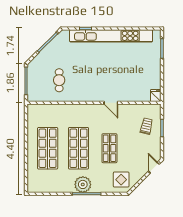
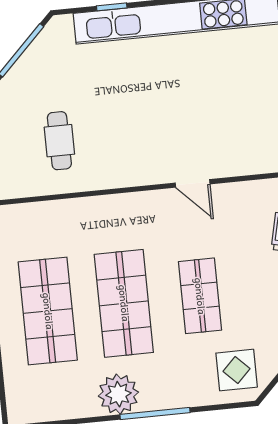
plant: (83, 184) -> (118, 394), moved

